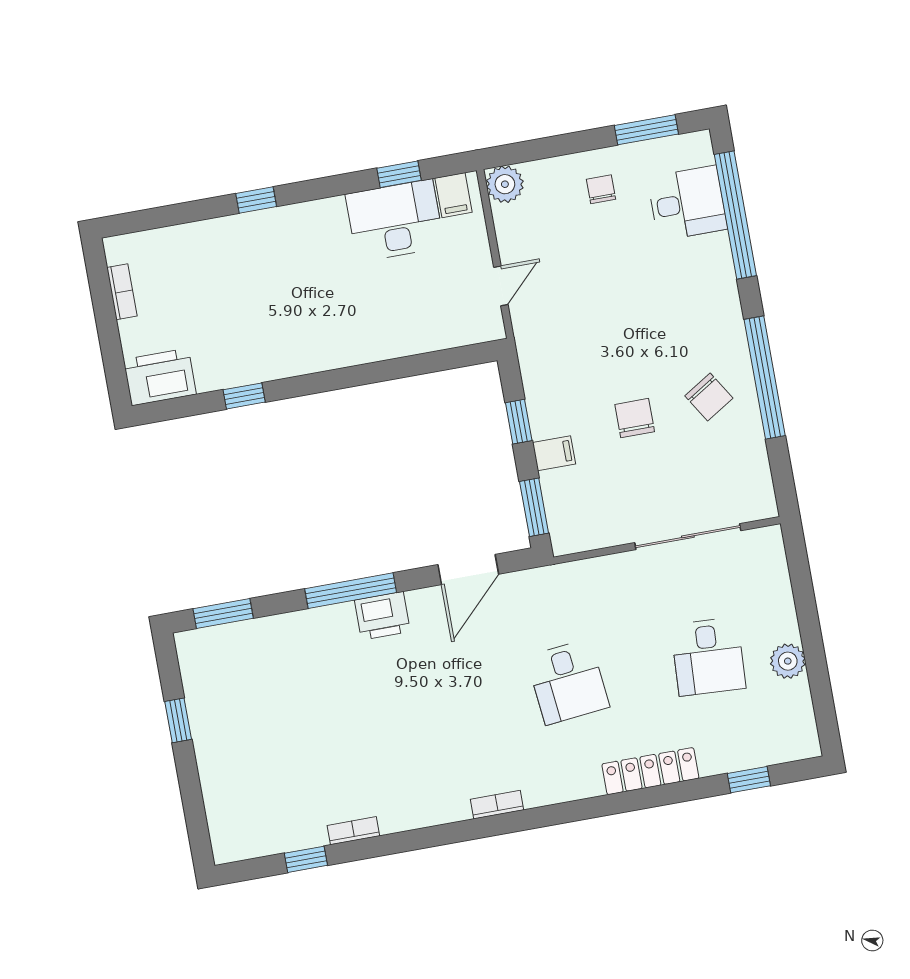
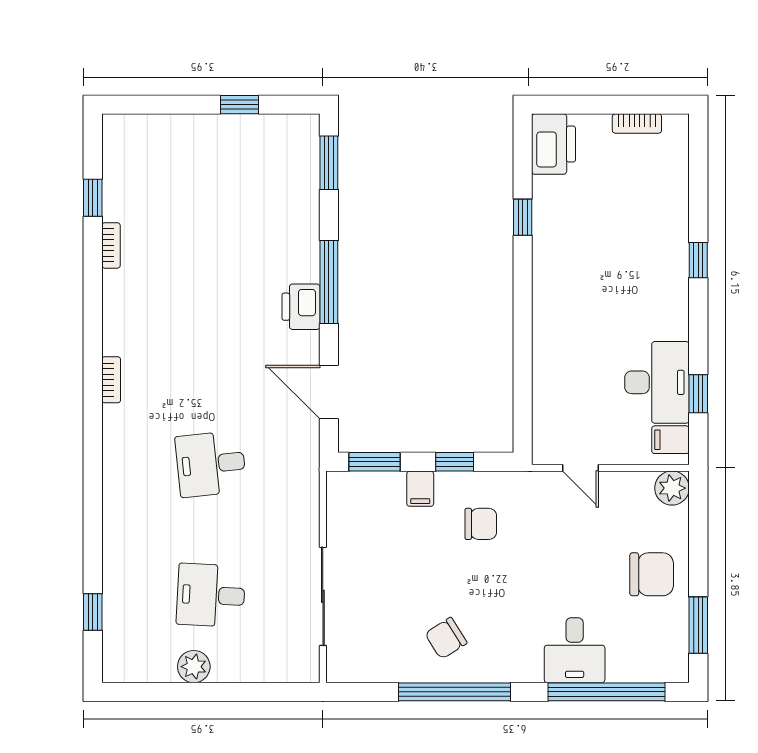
chair: (601, 189) -> (652, 574), width x1.87, depth x1.87
desk: (687, 203) -> (575, 650), moved
chair: (635, 418) -> (481, 524), moved
locker: (650, 771) -> (116, 524), removed

